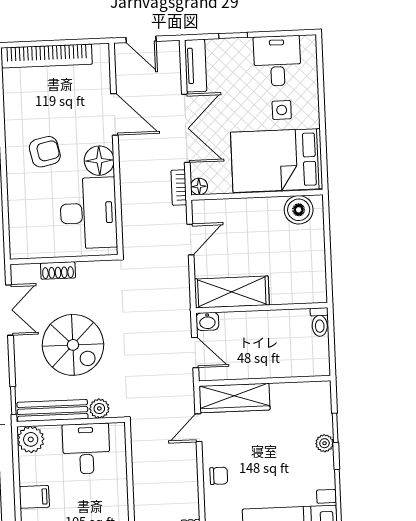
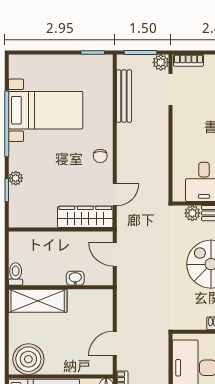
boiler: (299, 210) -> (28, 359), width x1.37, depth x1.37
shelving: (232, 292) -> (38, 301), moved
washbasin: (207, 321) -> (75, 278), moved
chair: (219, 476) -> (100, 156), turned -90

